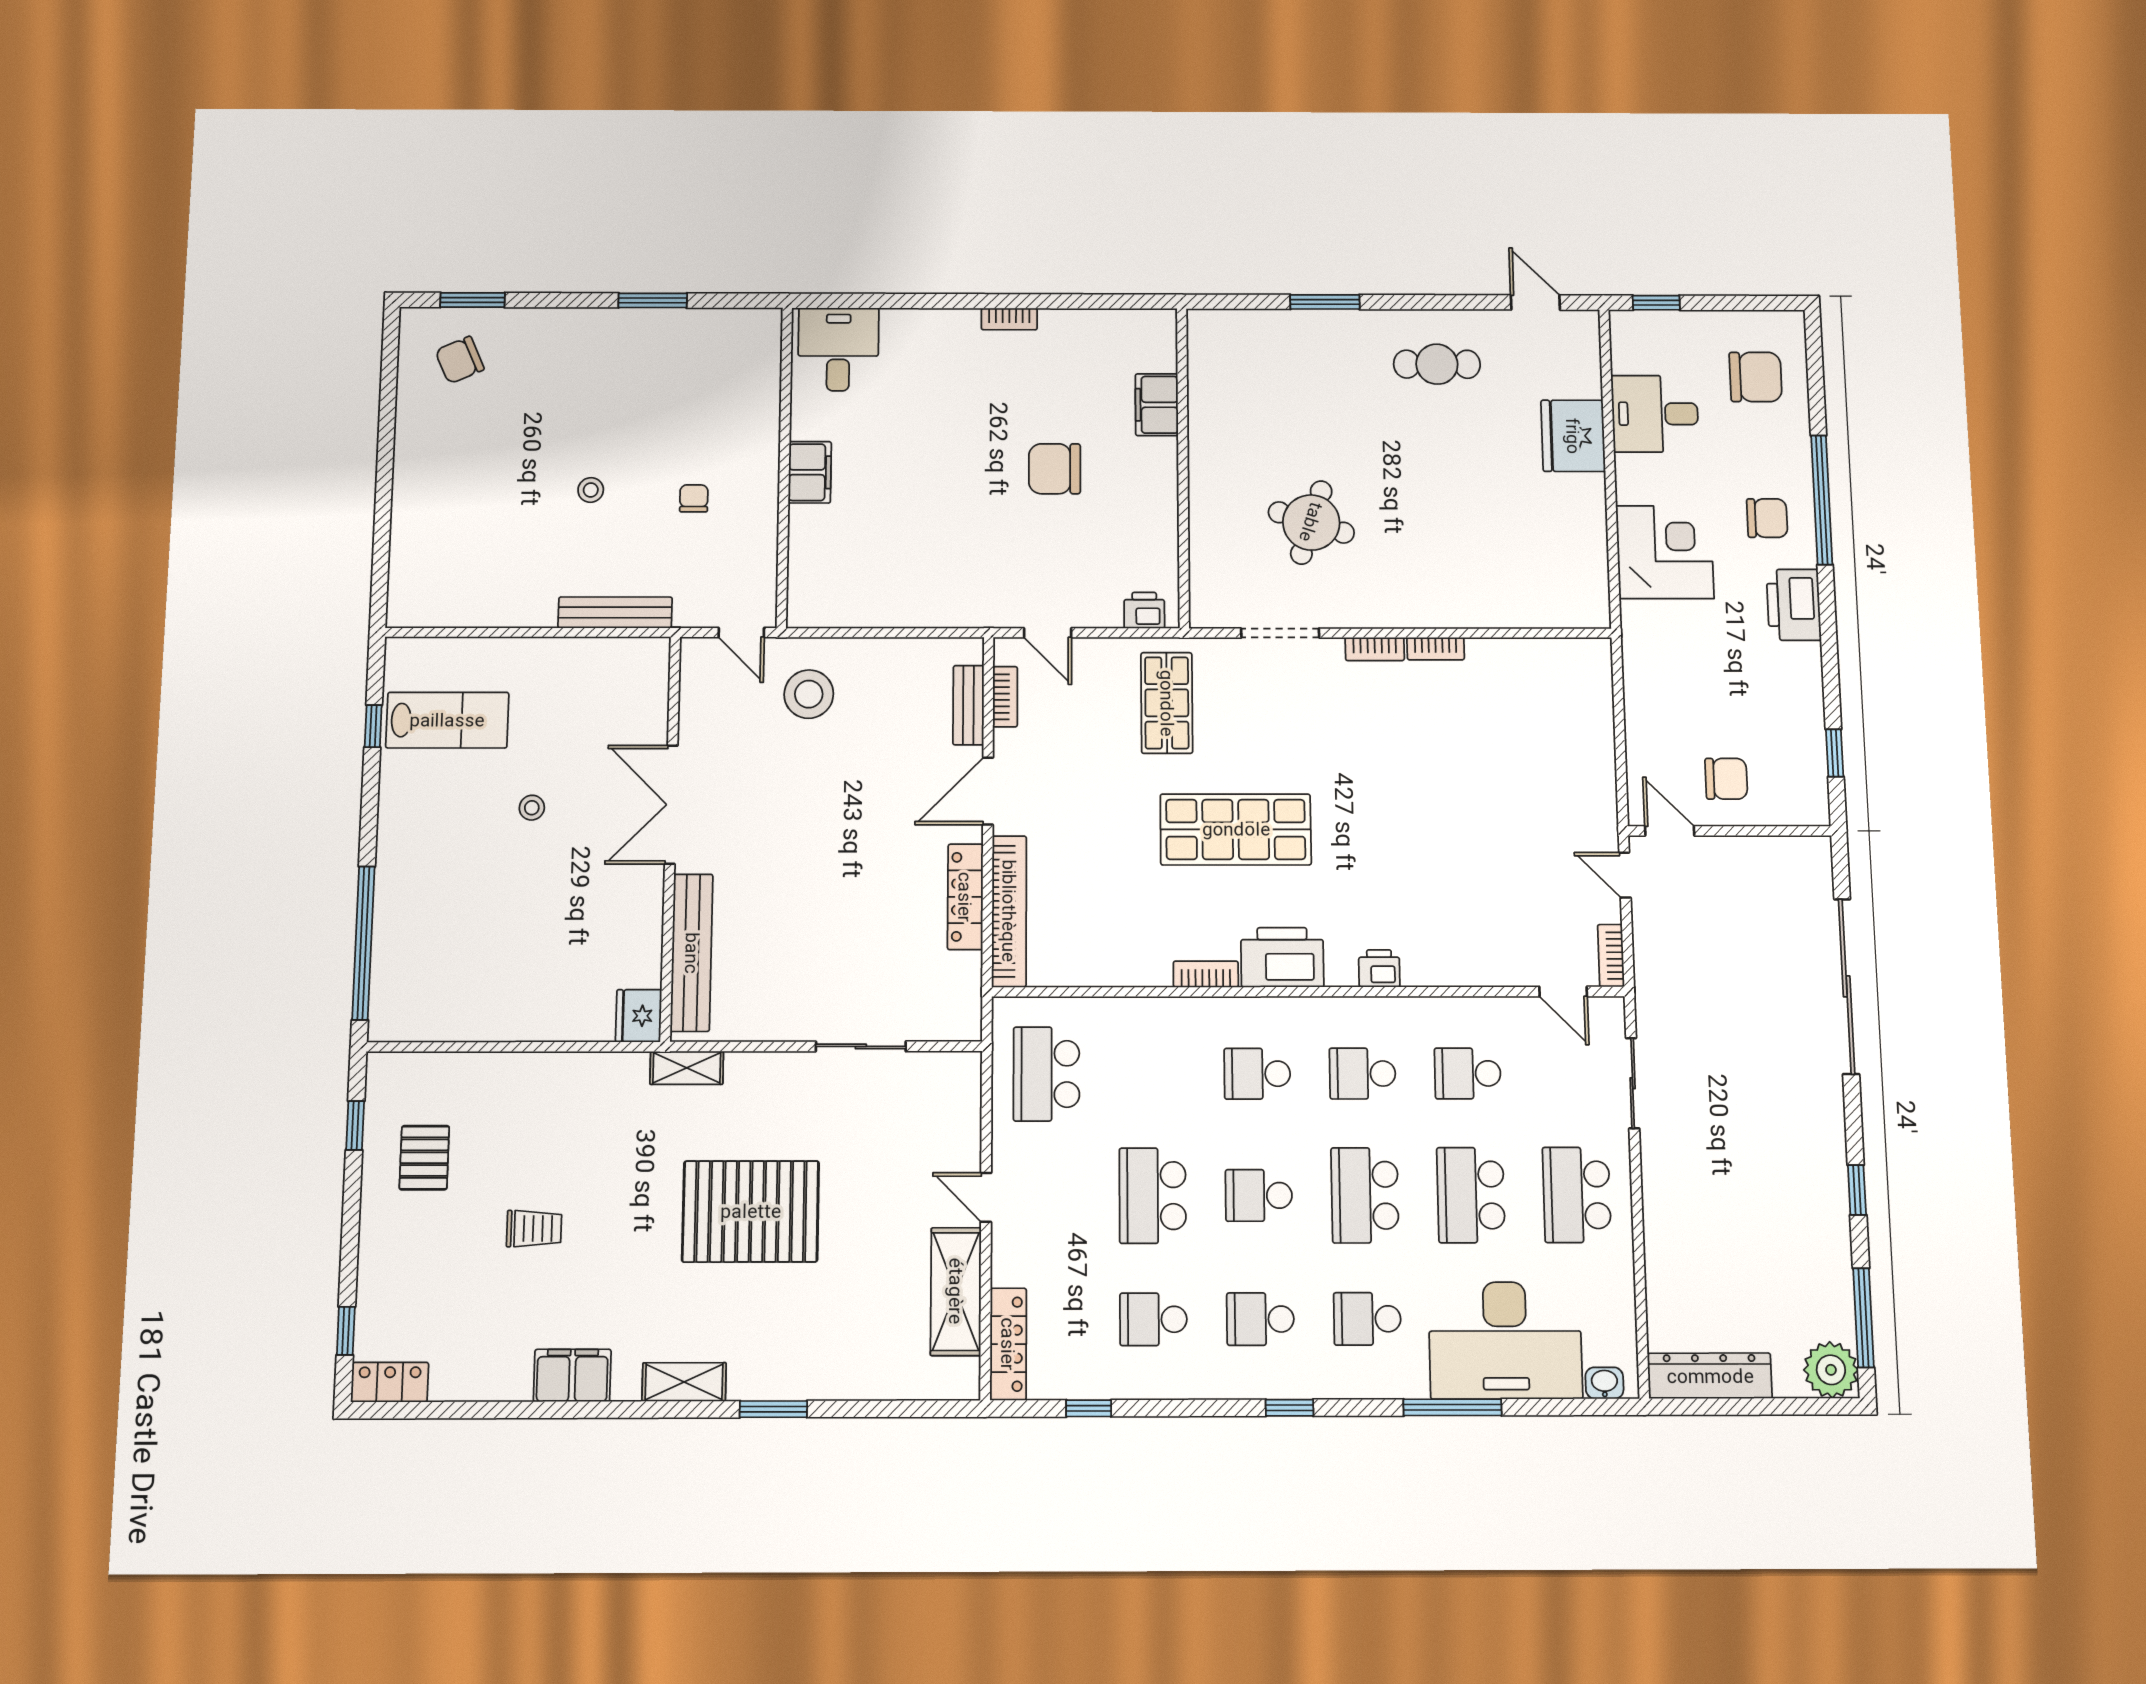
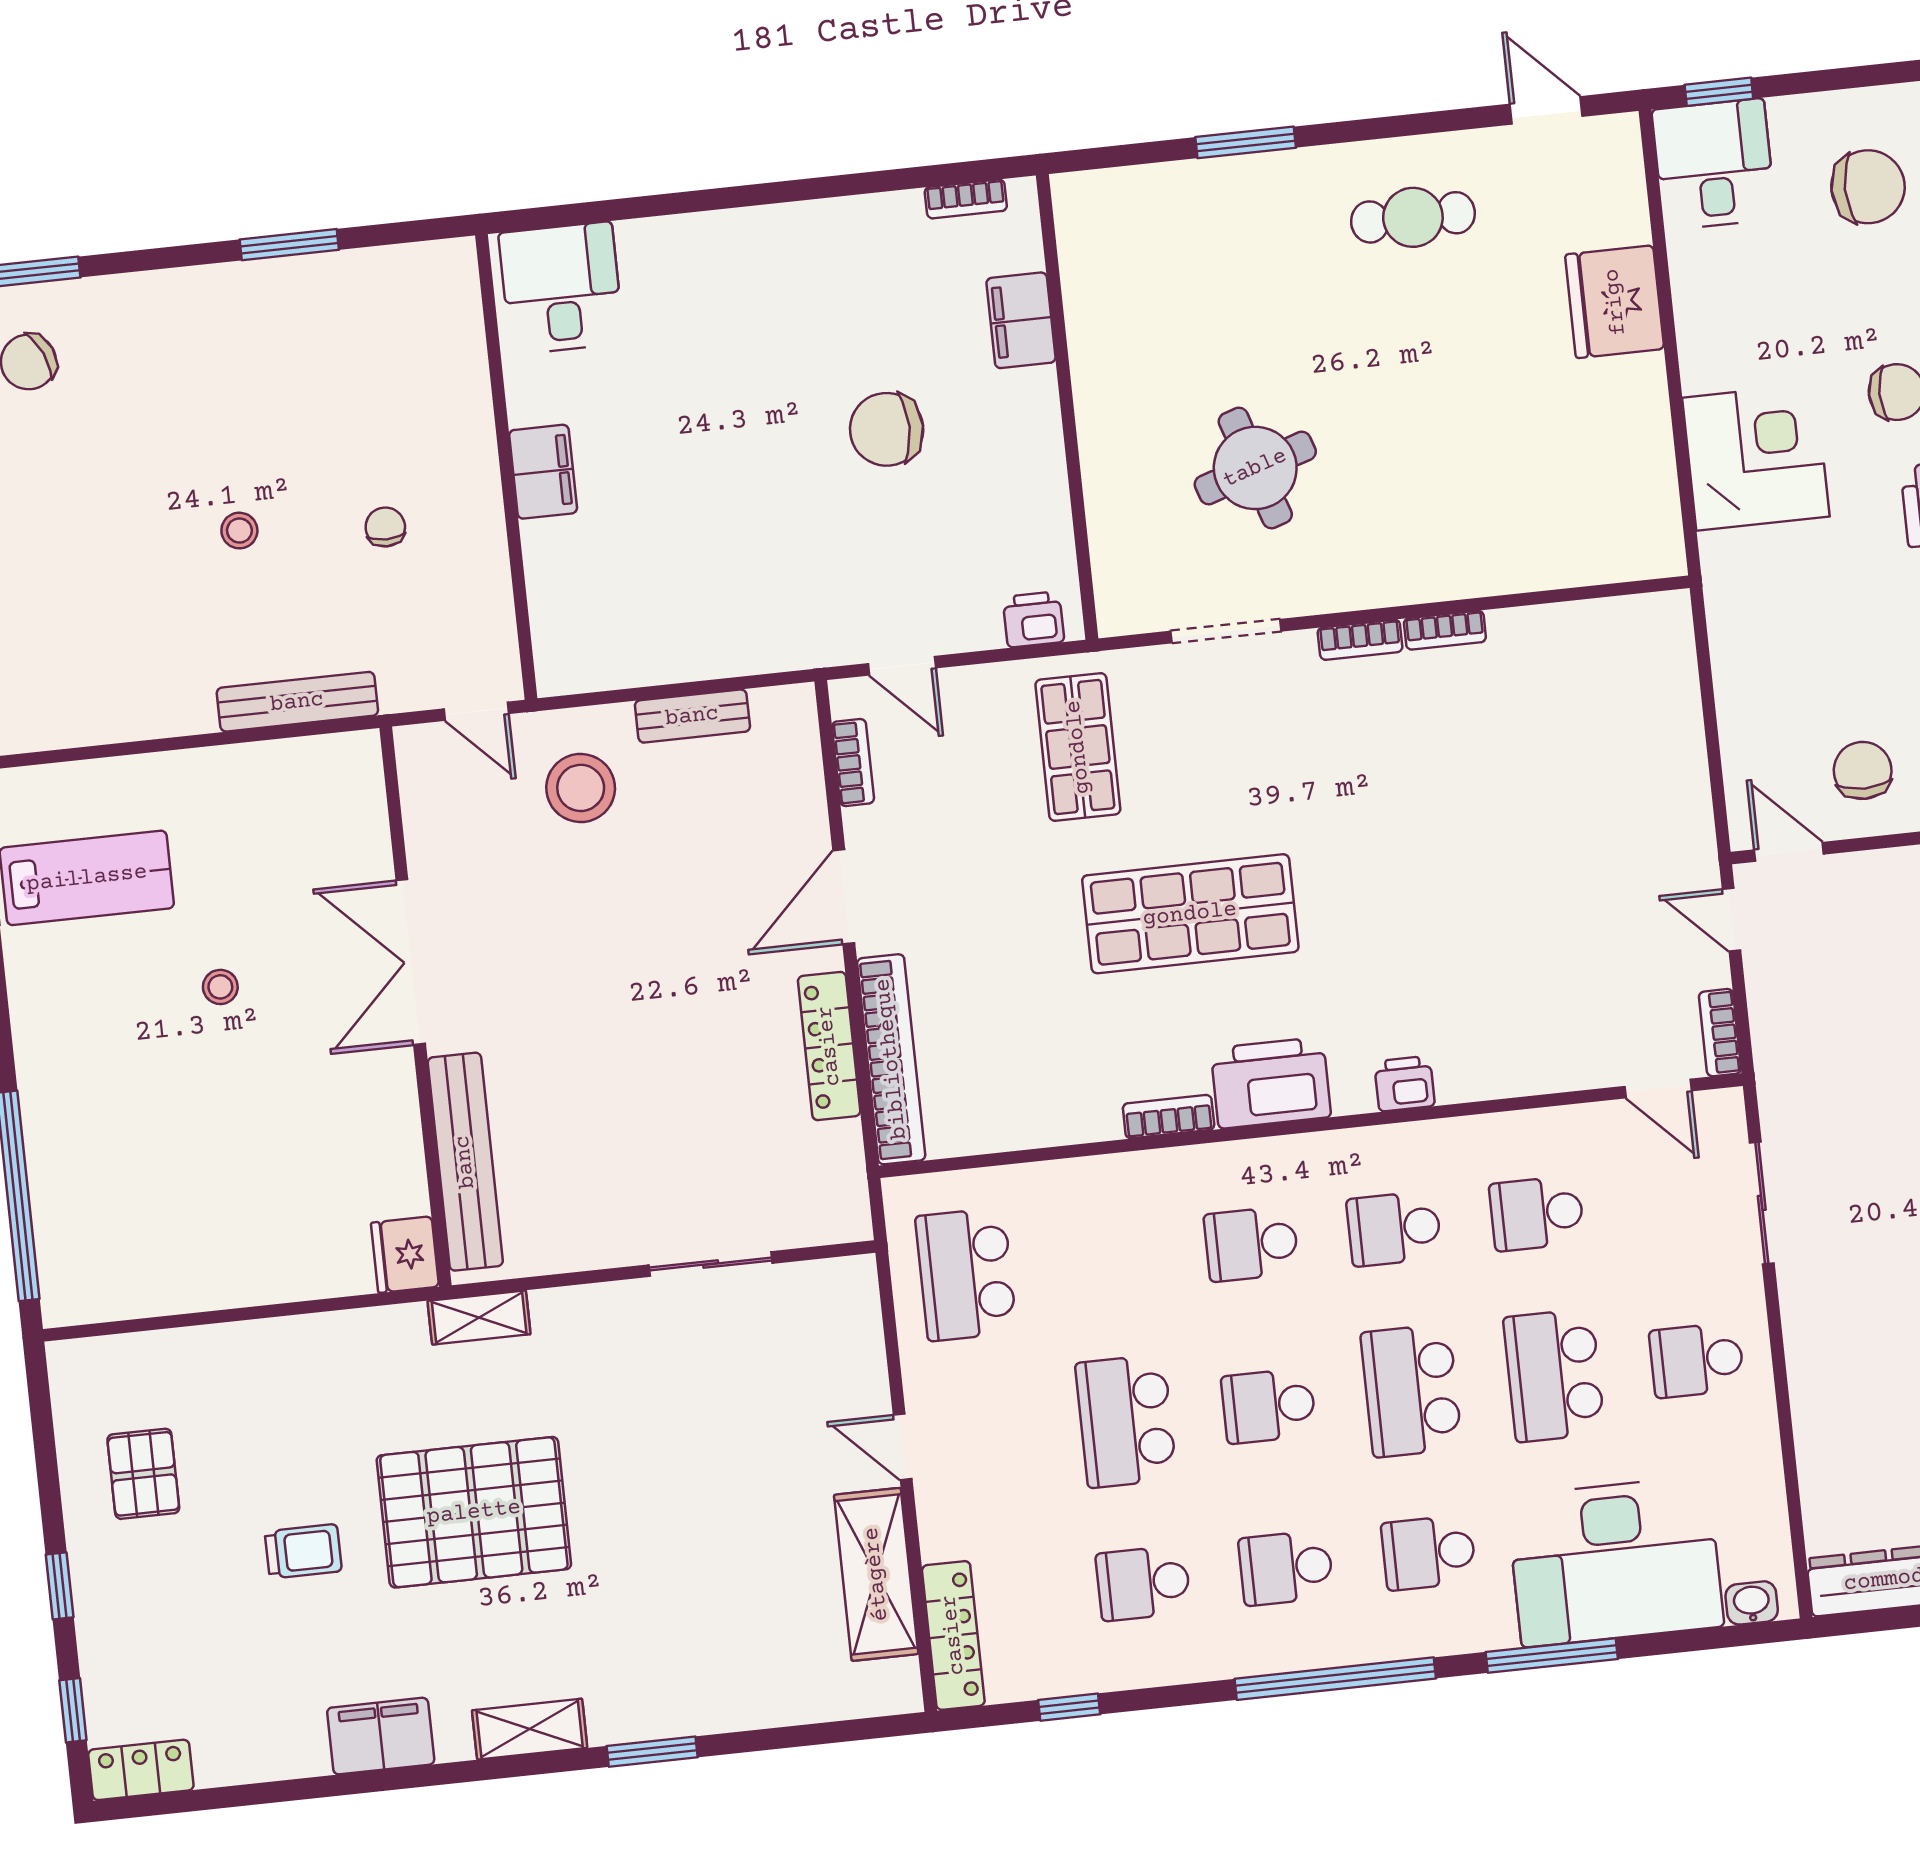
bookcase: (1009, 319) -> (966, 199), moved
desk: (1655, 414) -> (1714, 164), moved, turned 90
round table: (1311, 522) -> (1255, 468), turned -36
bench: (968, 705) -> (692, 716), moved, turned 90
chair: (1726, 779) -> (1863, 770), turned -90
window: (355, 1125) -> (60, 1586), moved
school desk: (1577, 1195) -> (1697, 1360), width x0.54
pallet: (751, 1211) -> (474, 1512), moved
window: (1290, 1408) -> (1335, 1679), width x3.17

